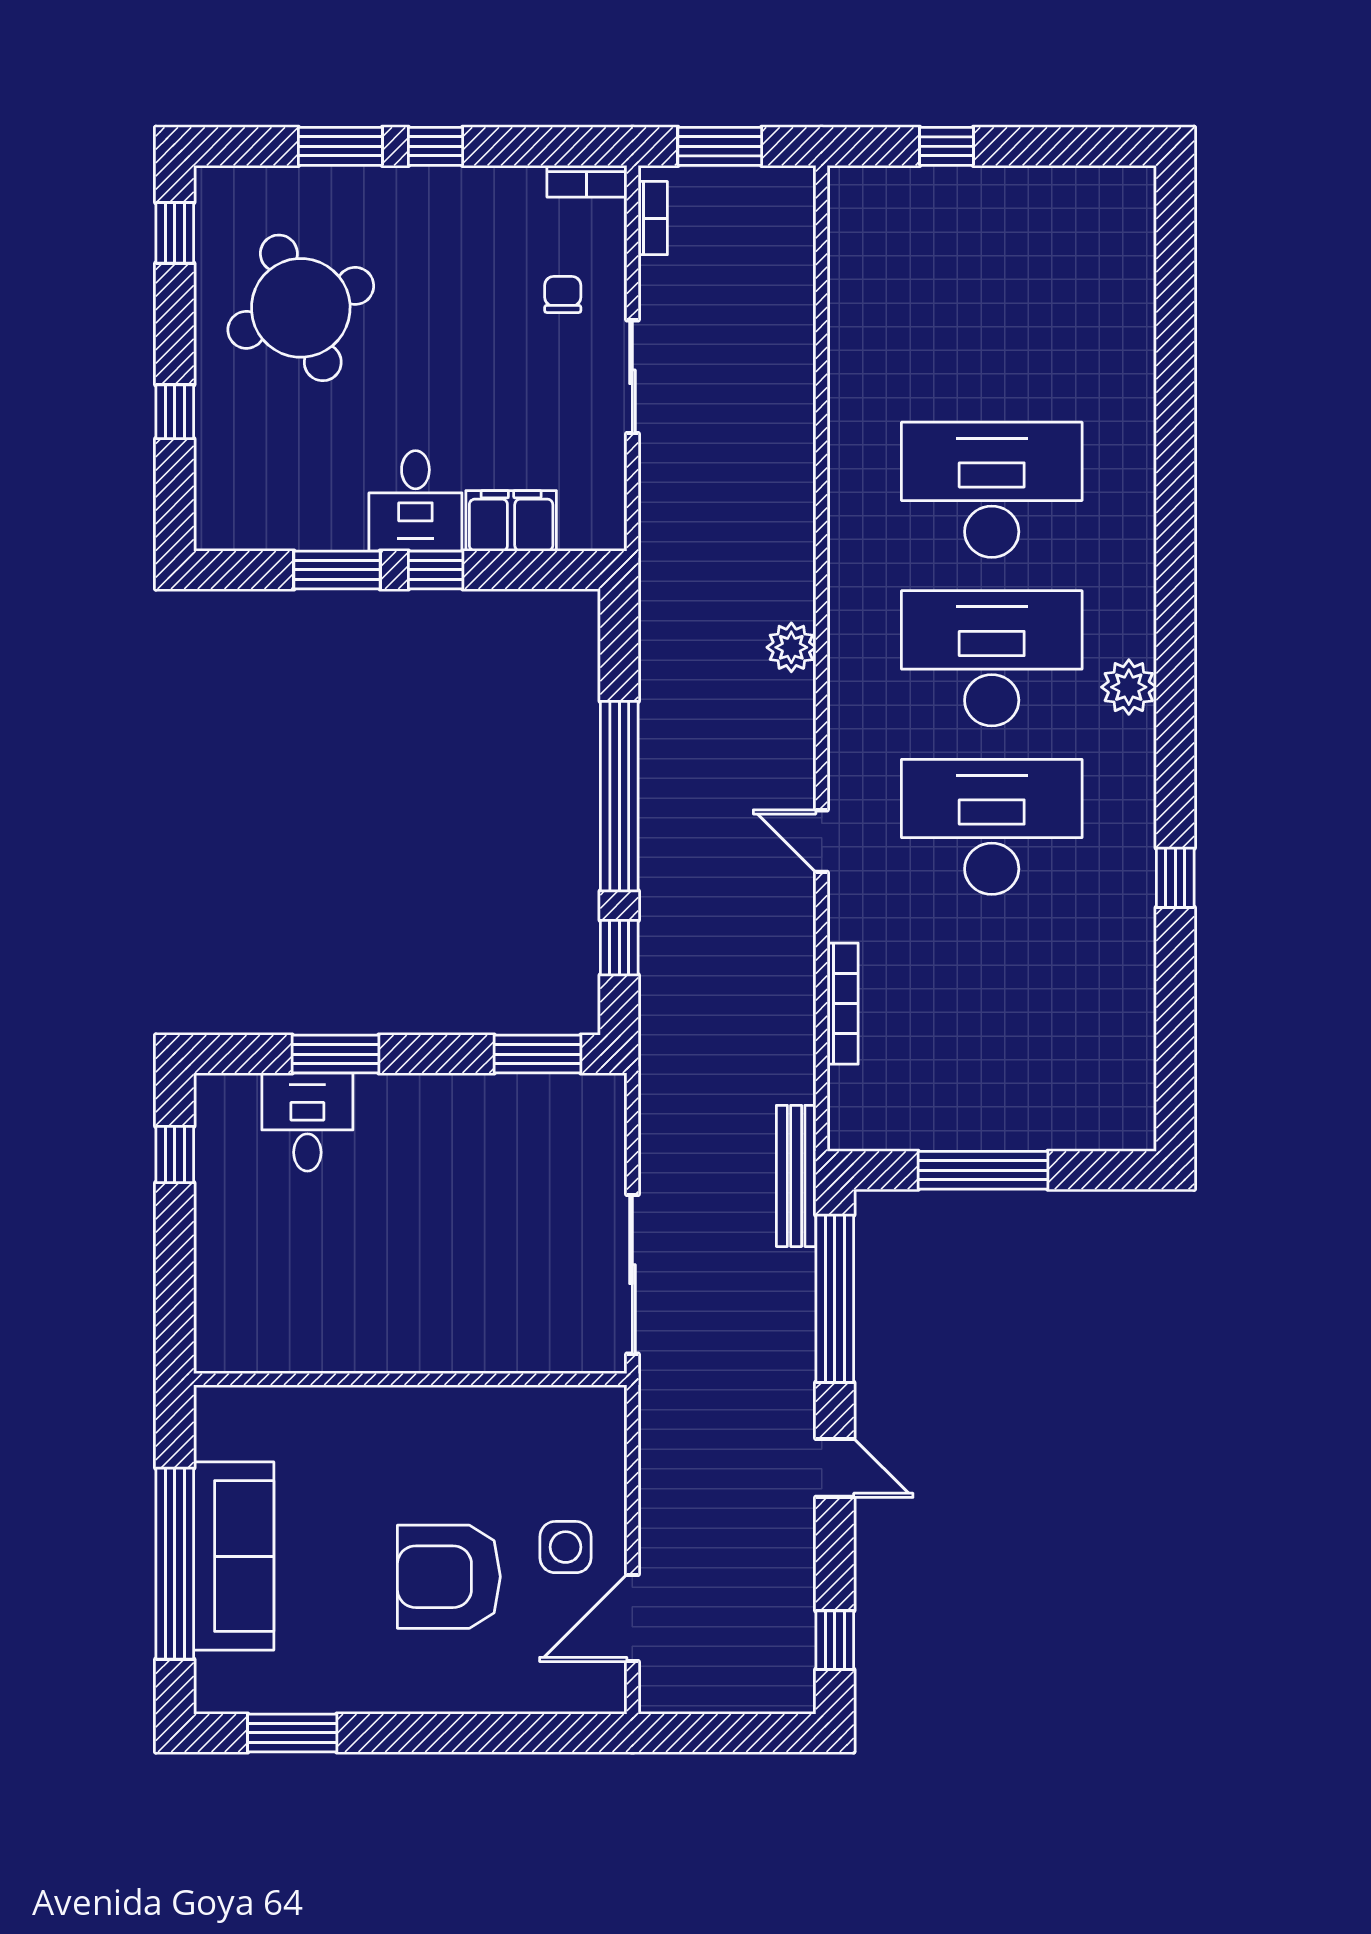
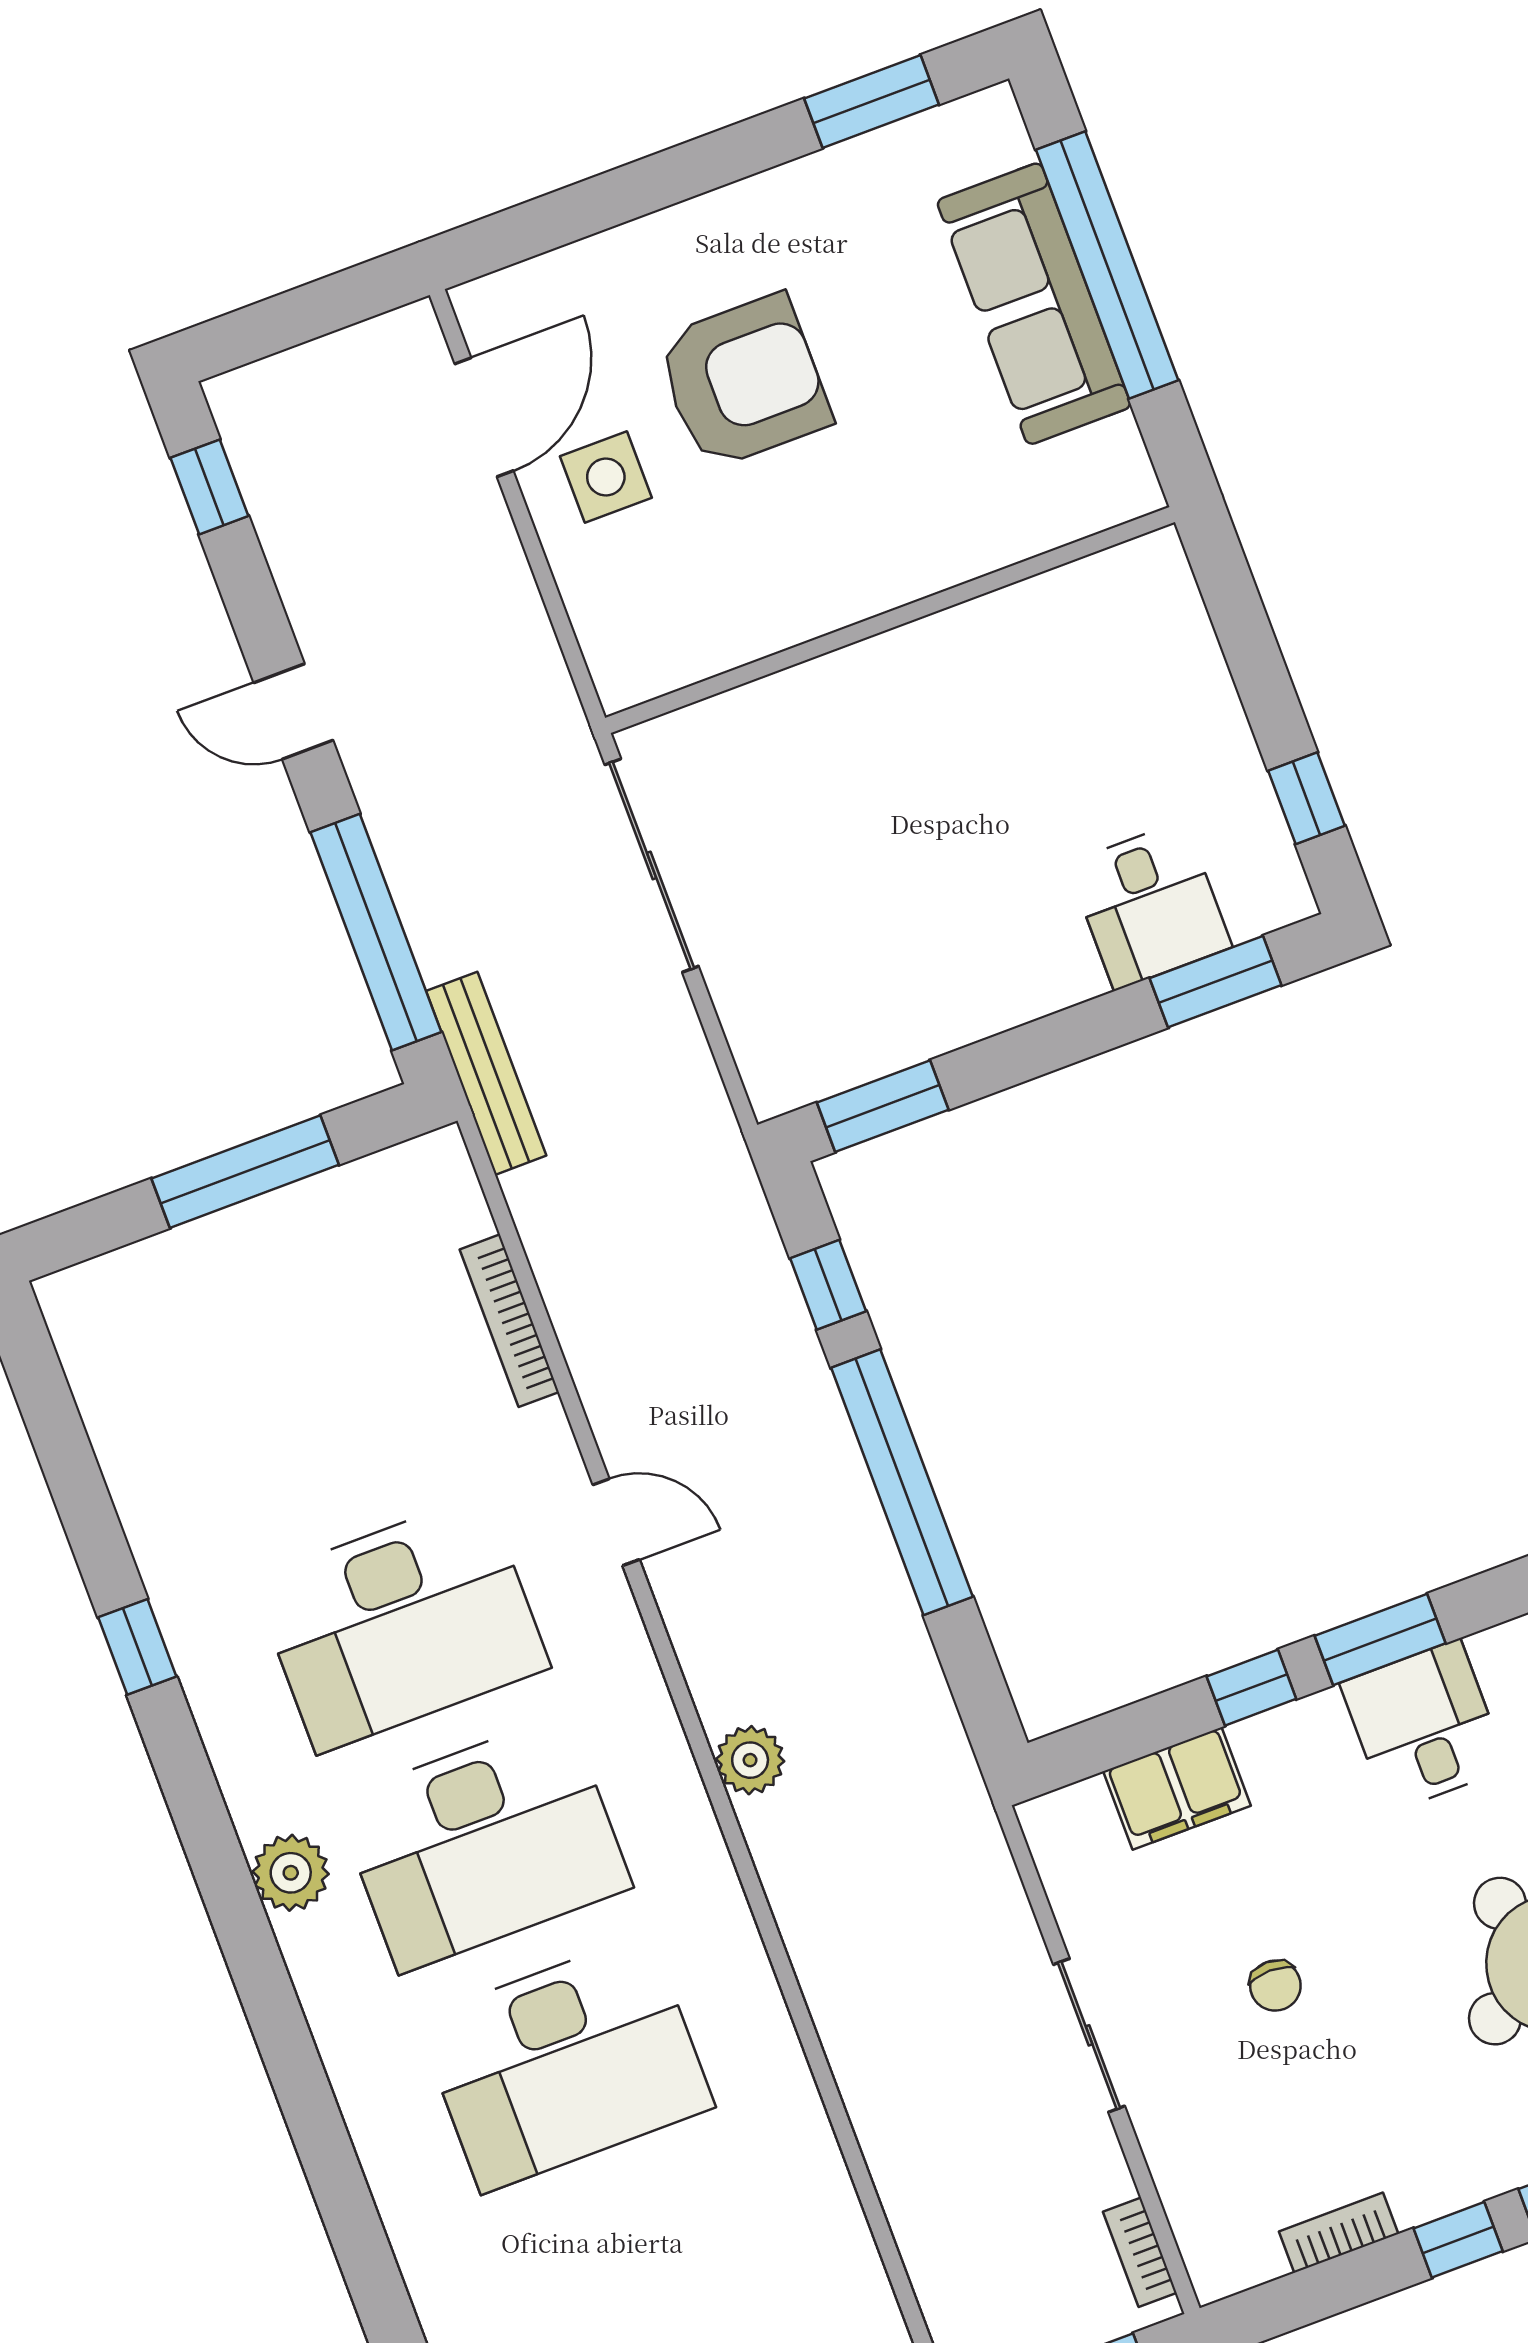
bookcase: (587, 181) -> (1339, 2233), moved
chair: (563, 295) -> (1275, 1986), moved
desk: (415, 501) -> (1424, 1726), moved
window: (335, 1054) -> (1215, 982), moved

